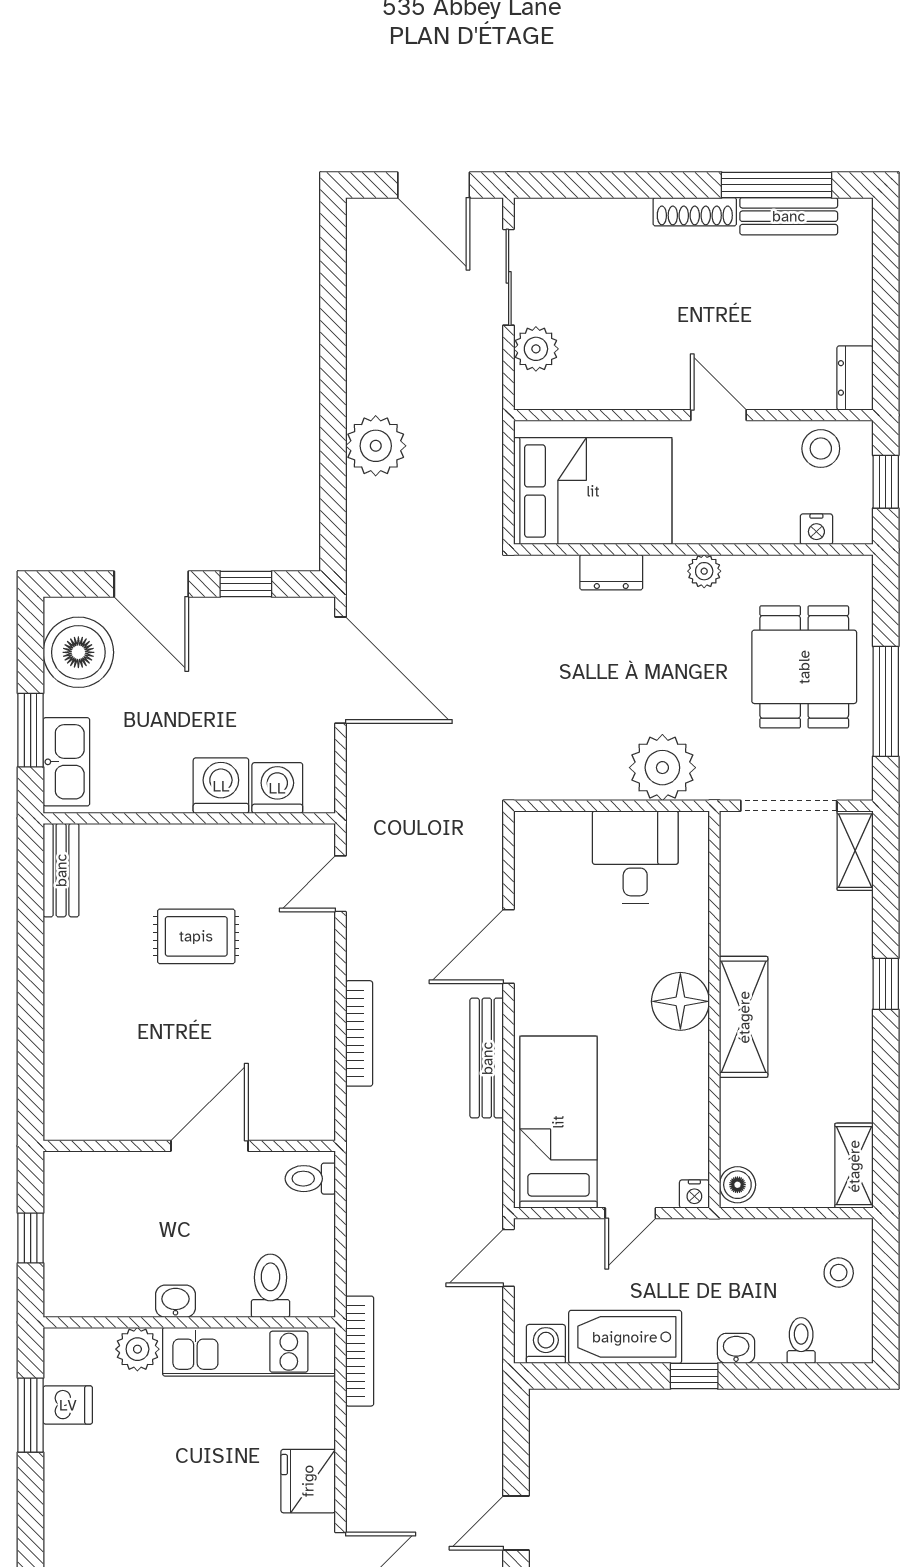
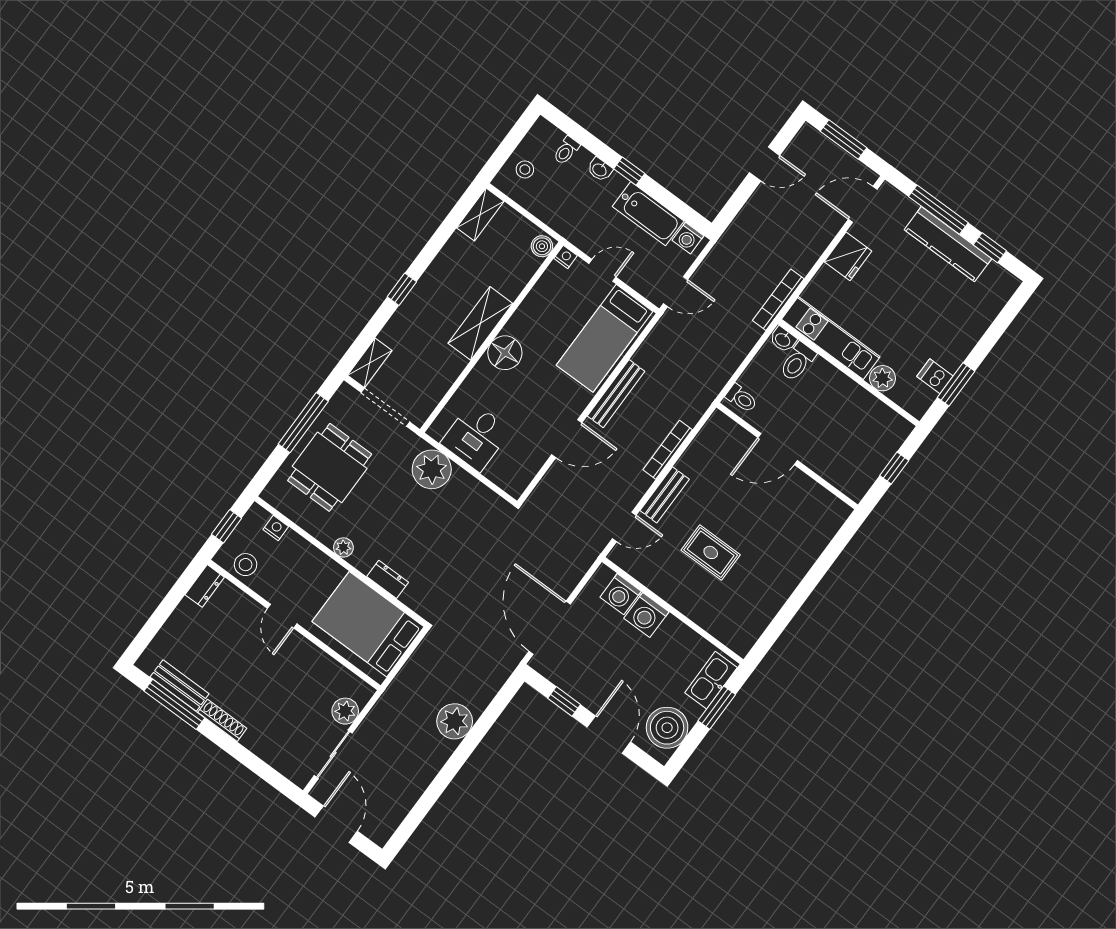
bench: (61, 870) -> (665, 495), moved
washbasin: (175, 1301) -> (783, 340), moved

